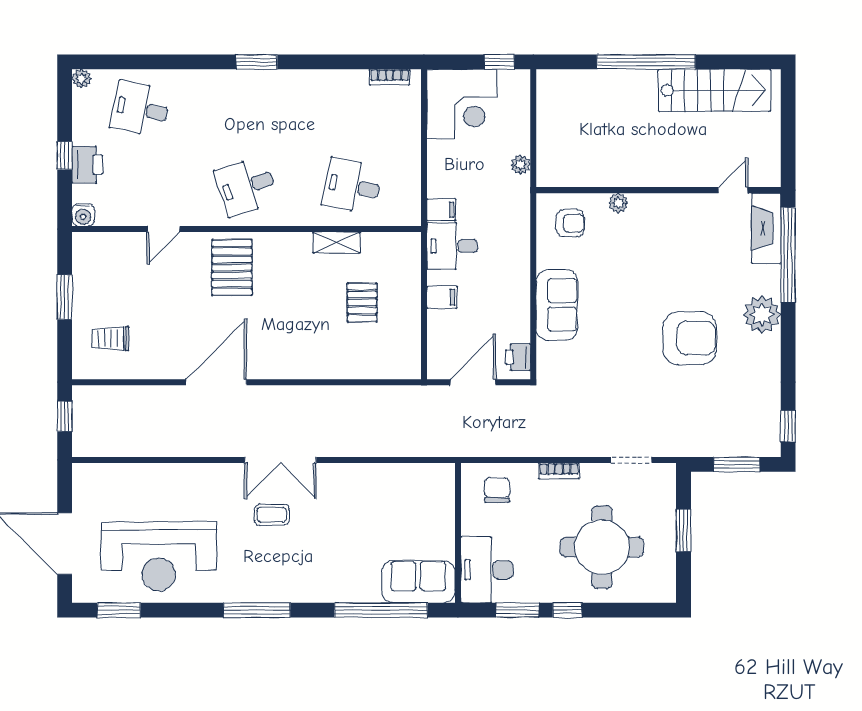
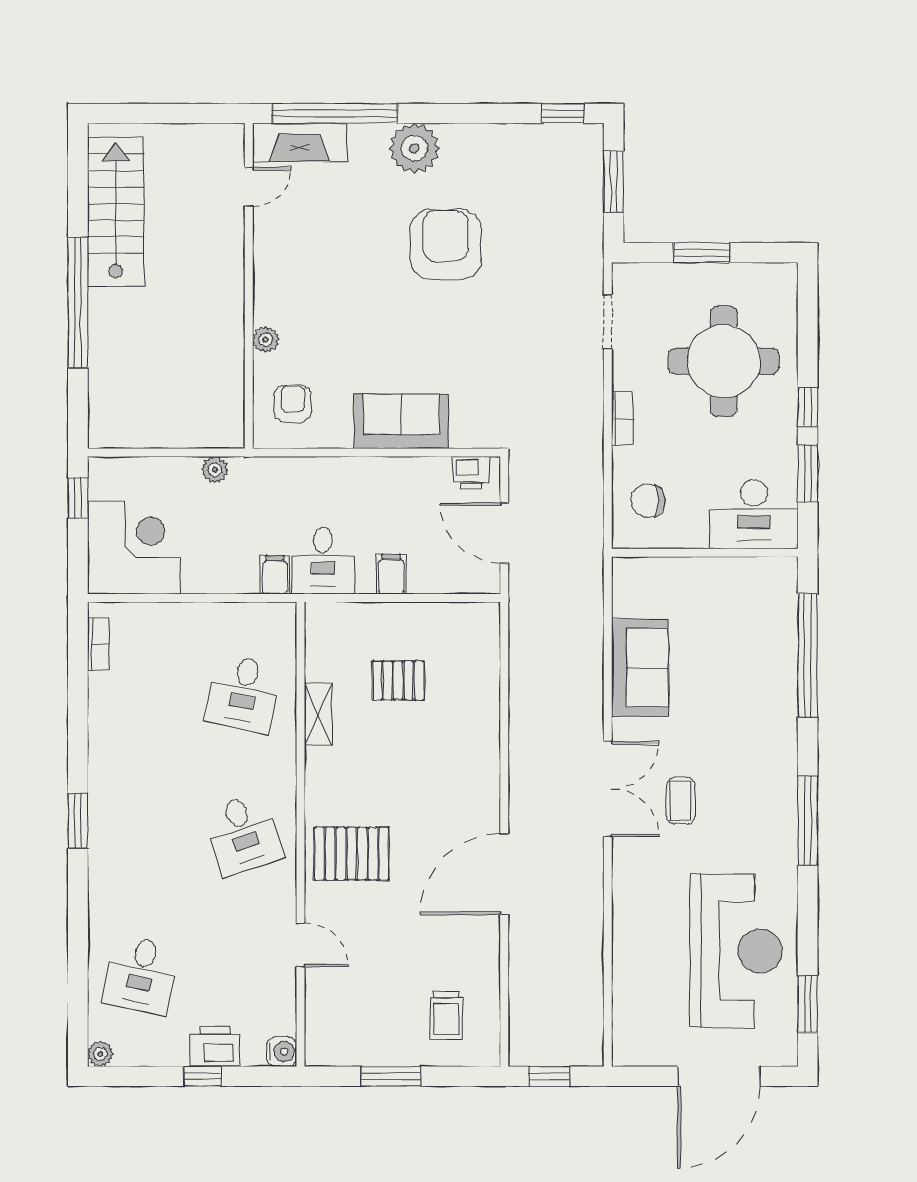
door: (733, 190) -> (249, 187), swing flipped
door: (216, 382) -> (504, 874), hinge flipped
sofa: (418, 582) -> (640, 668), moved, turned 180

